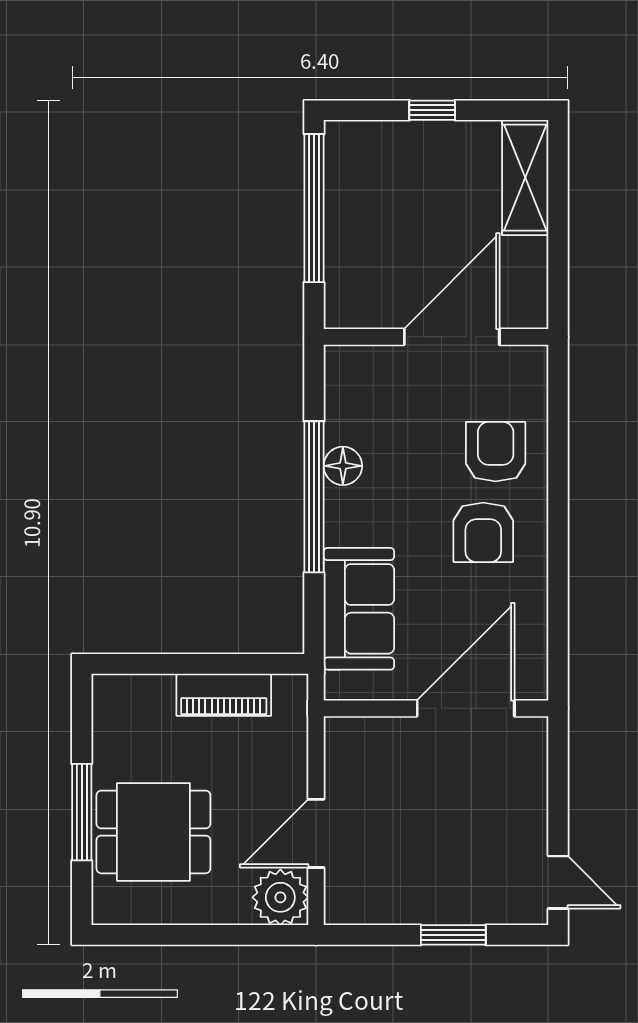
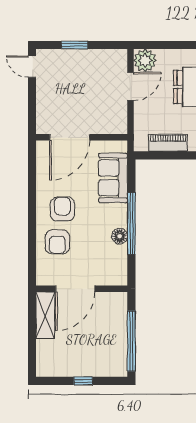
shelving: (525, 178) -> (45, 315), moved

